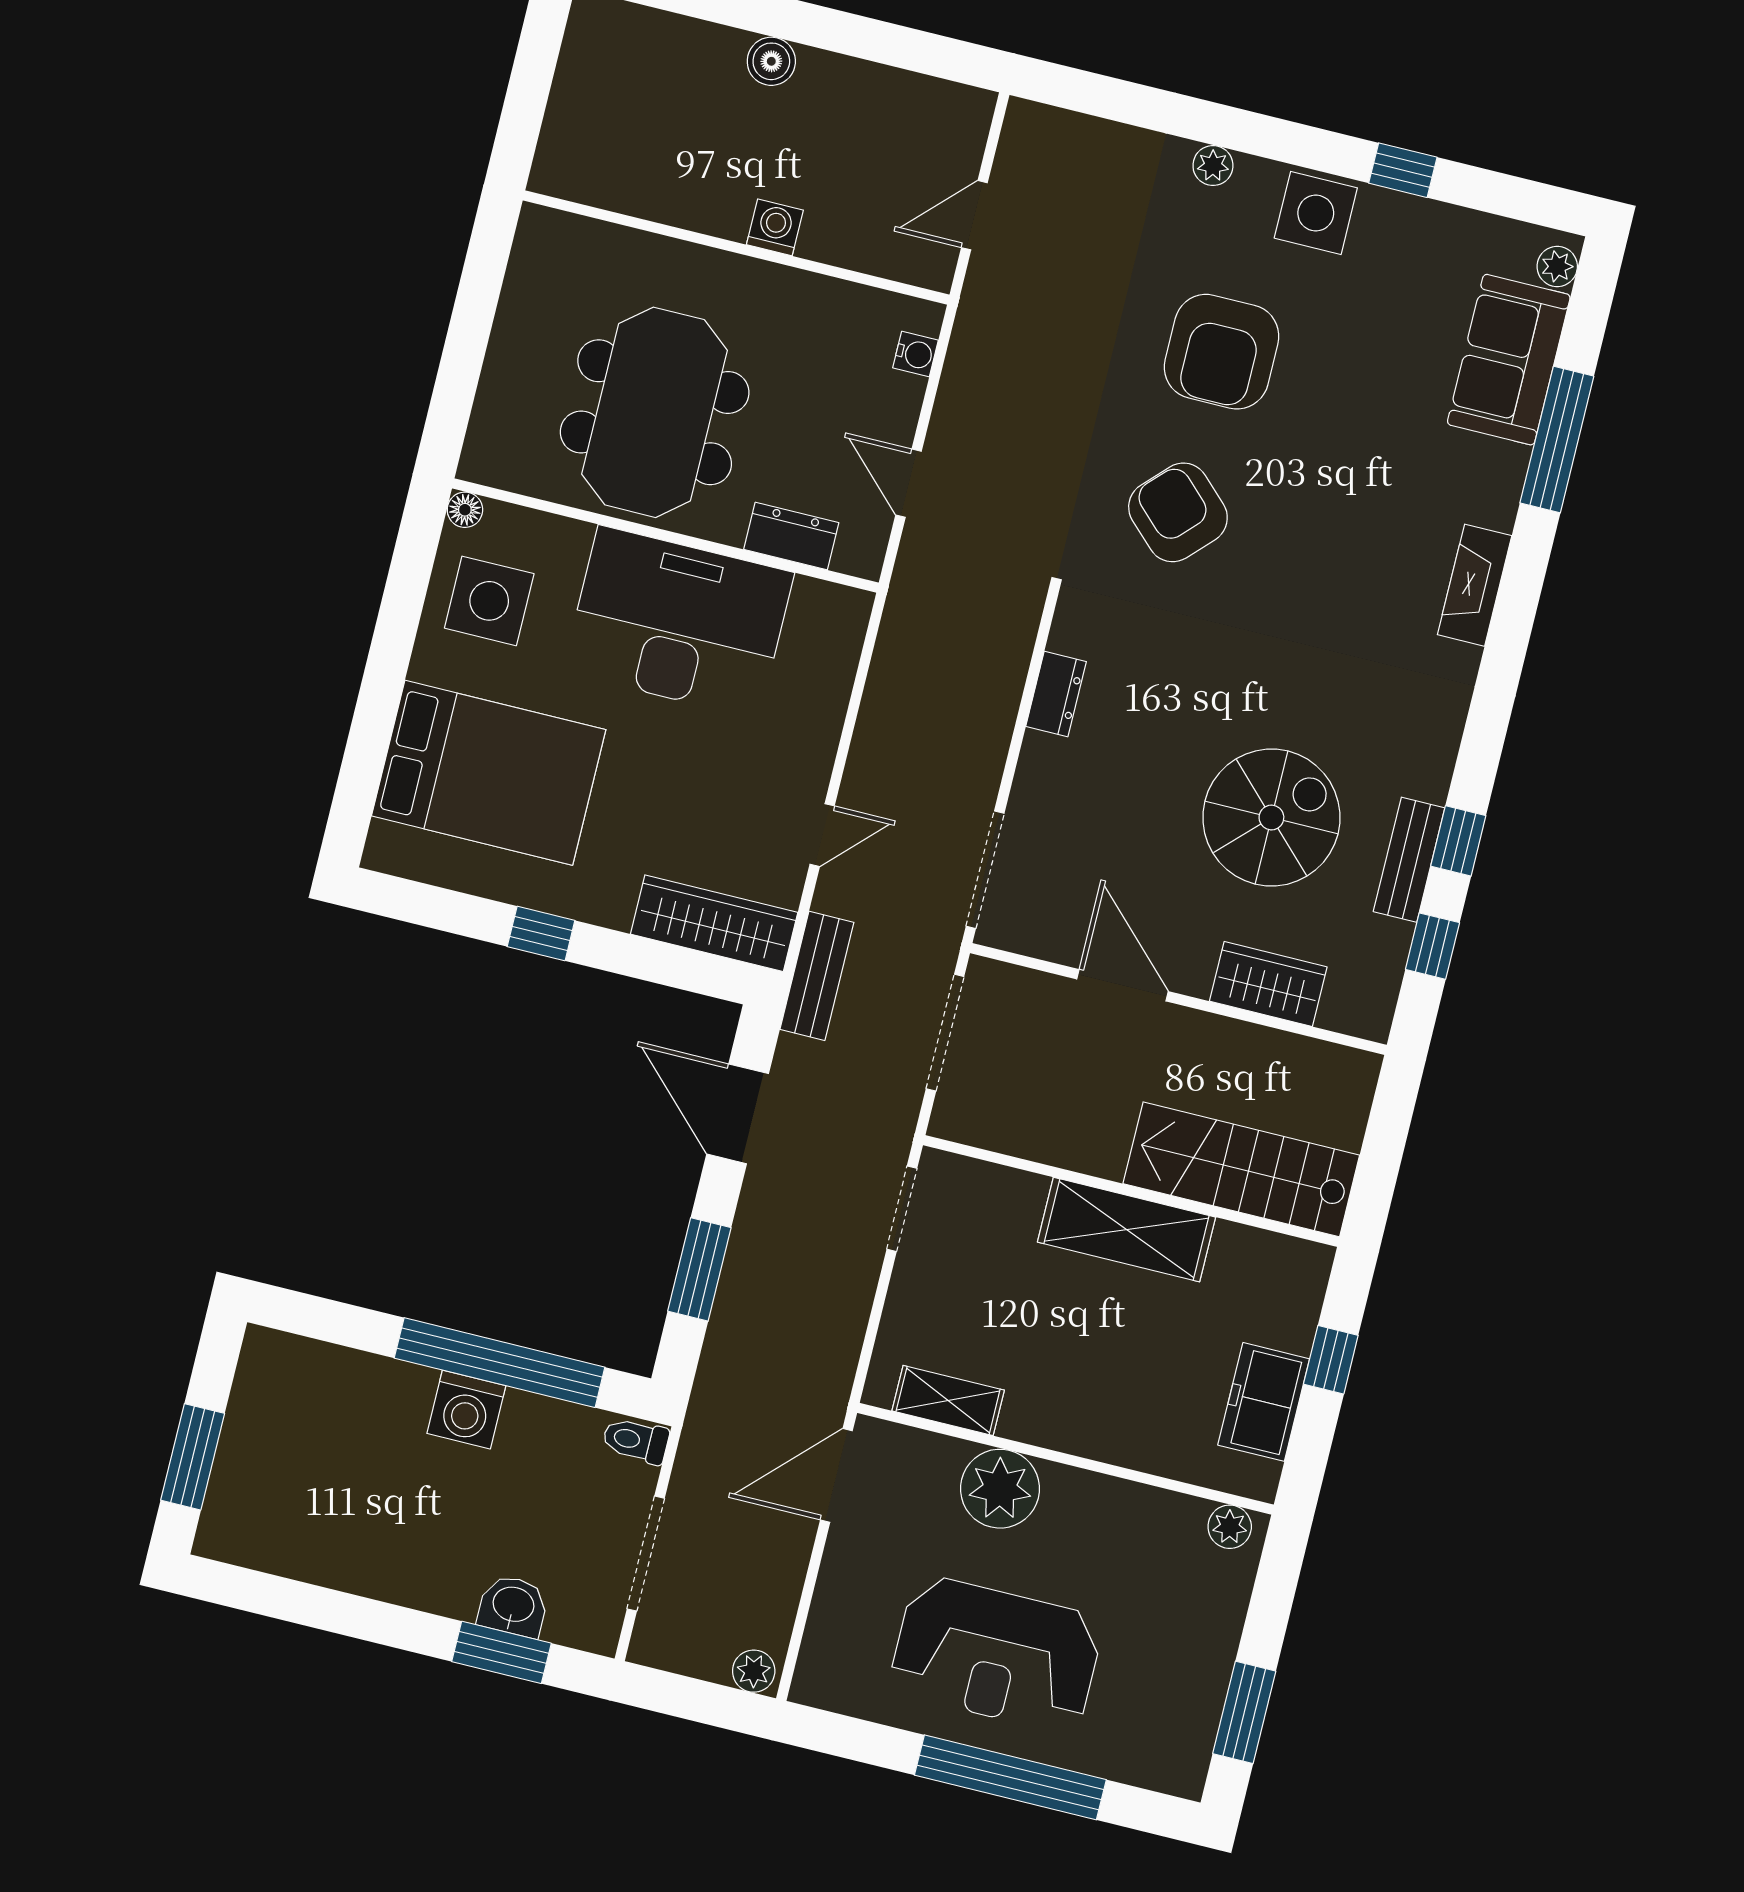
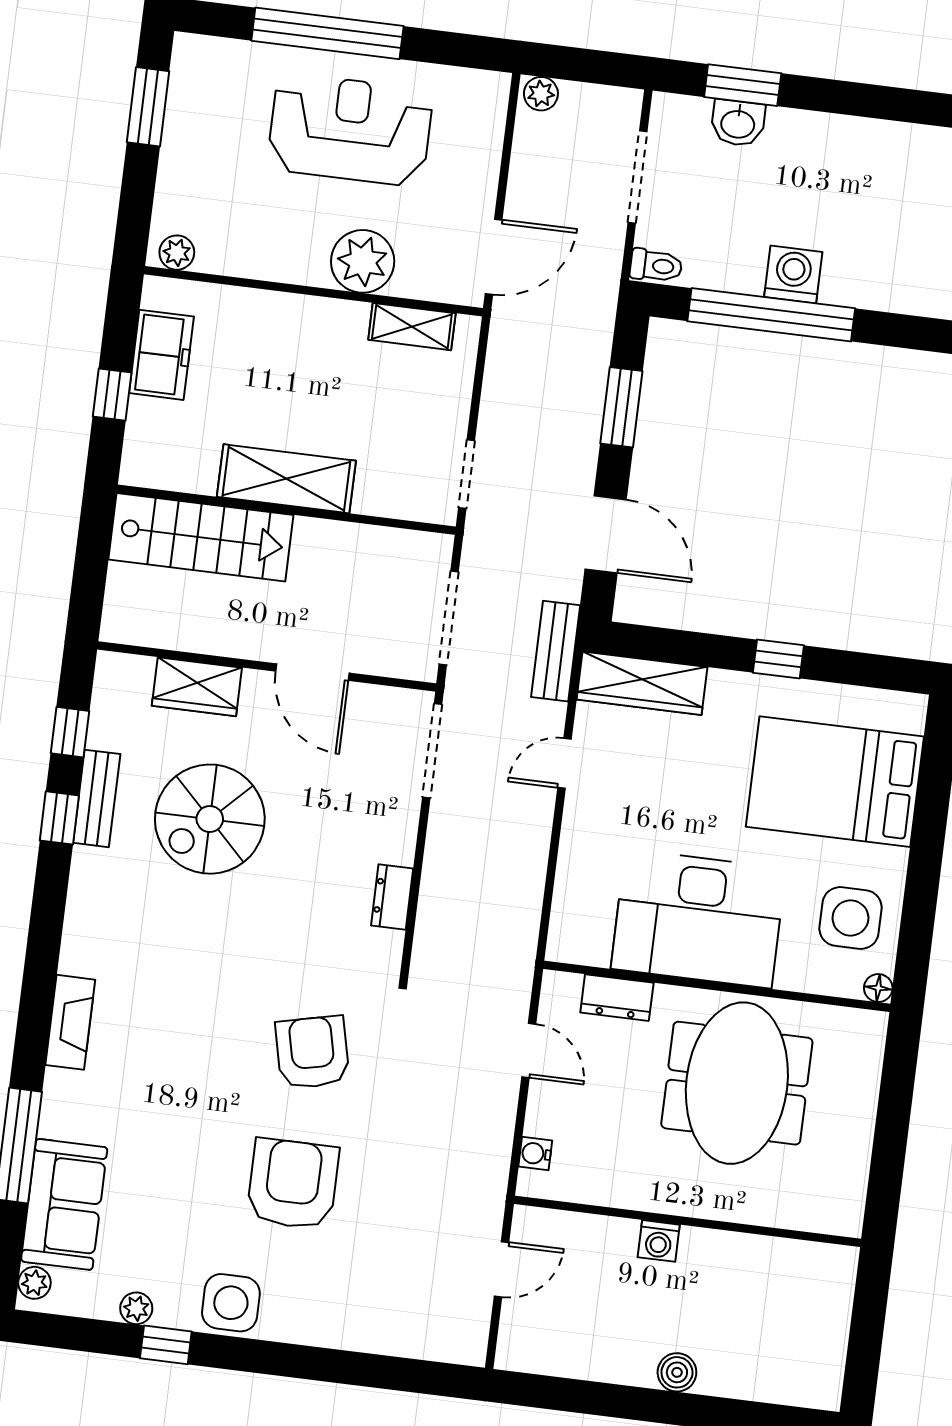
plant: (1213, 166) -> (136, 1308), moved
armchair: (1178, 512) -> (312, 1052), turned -147

